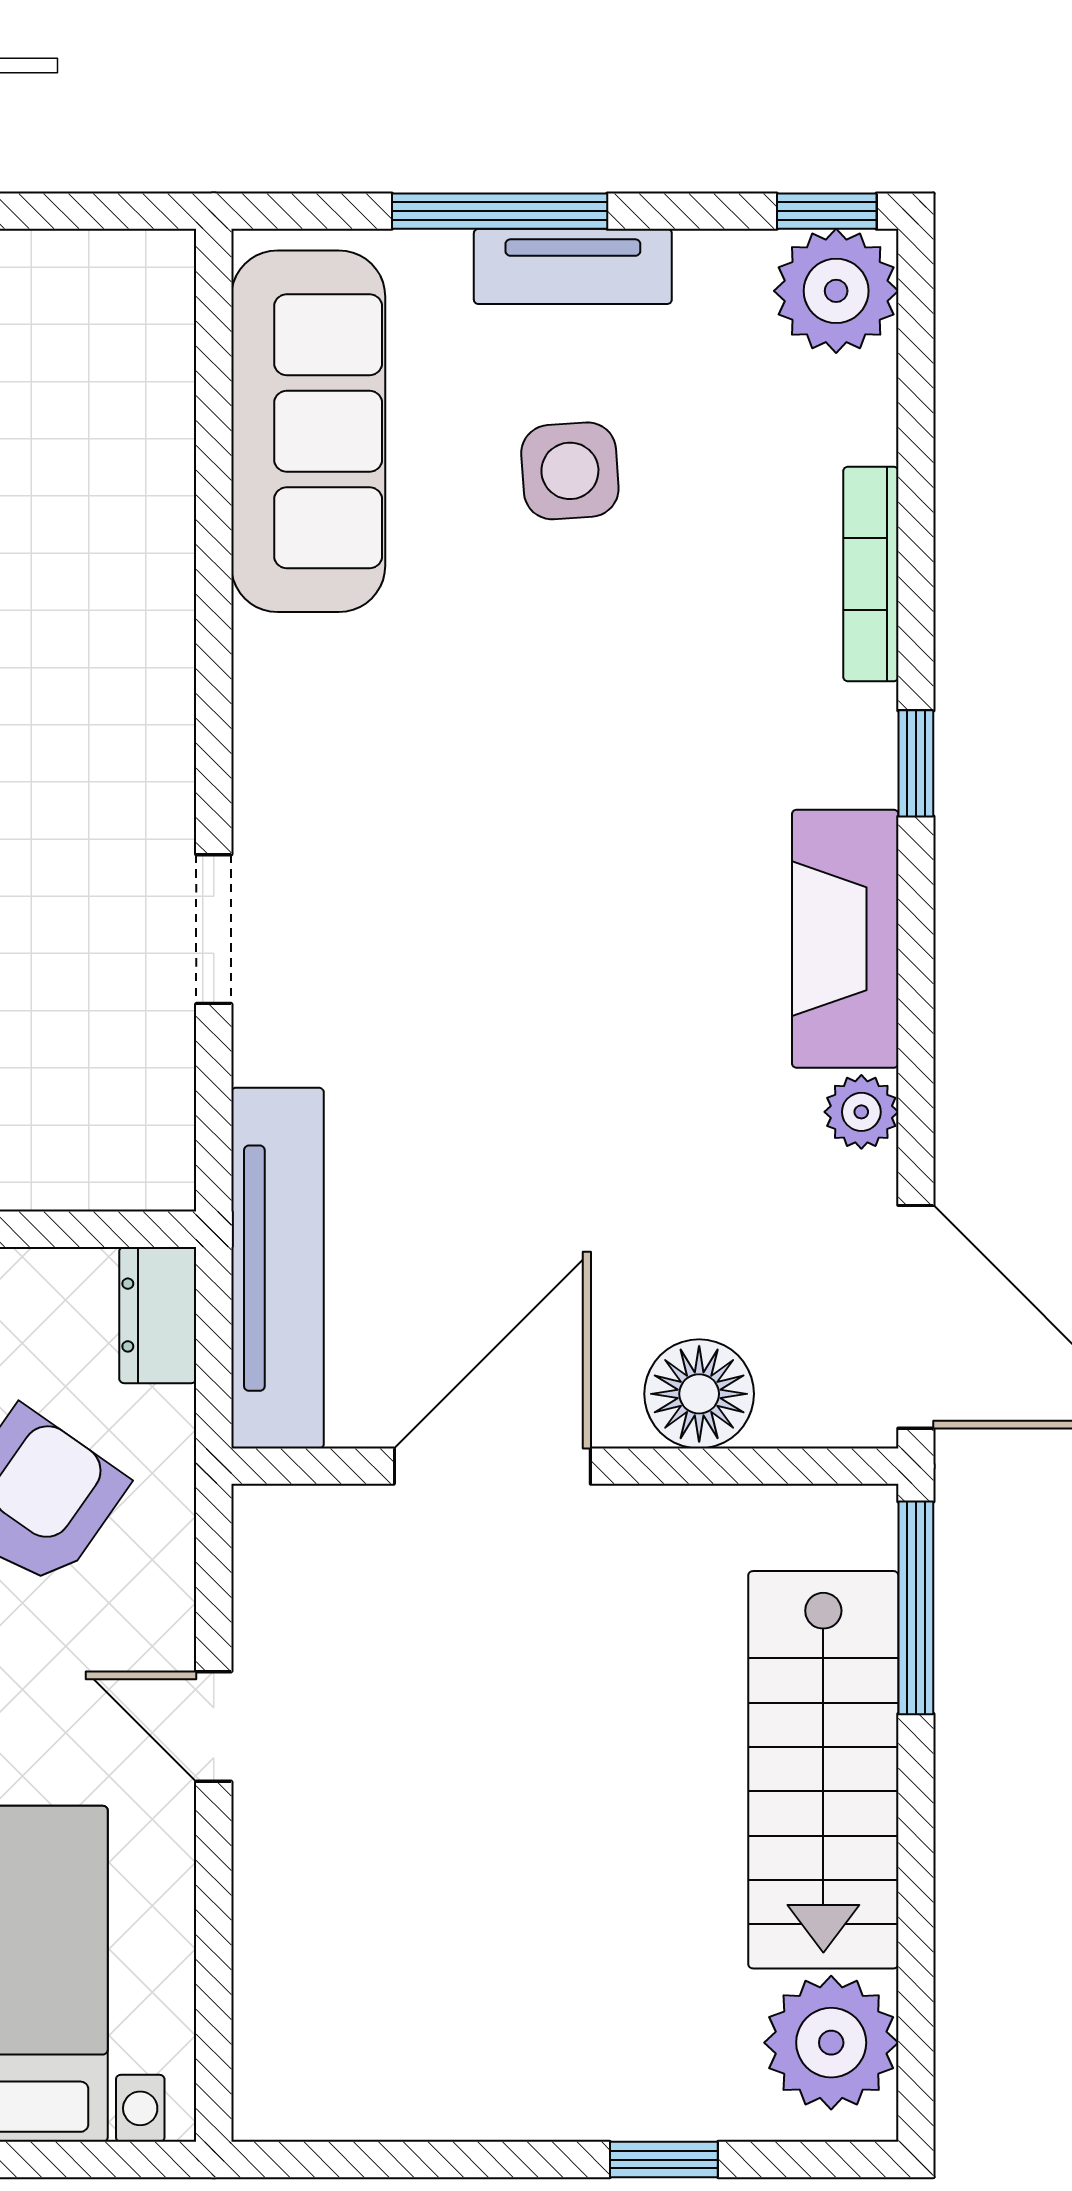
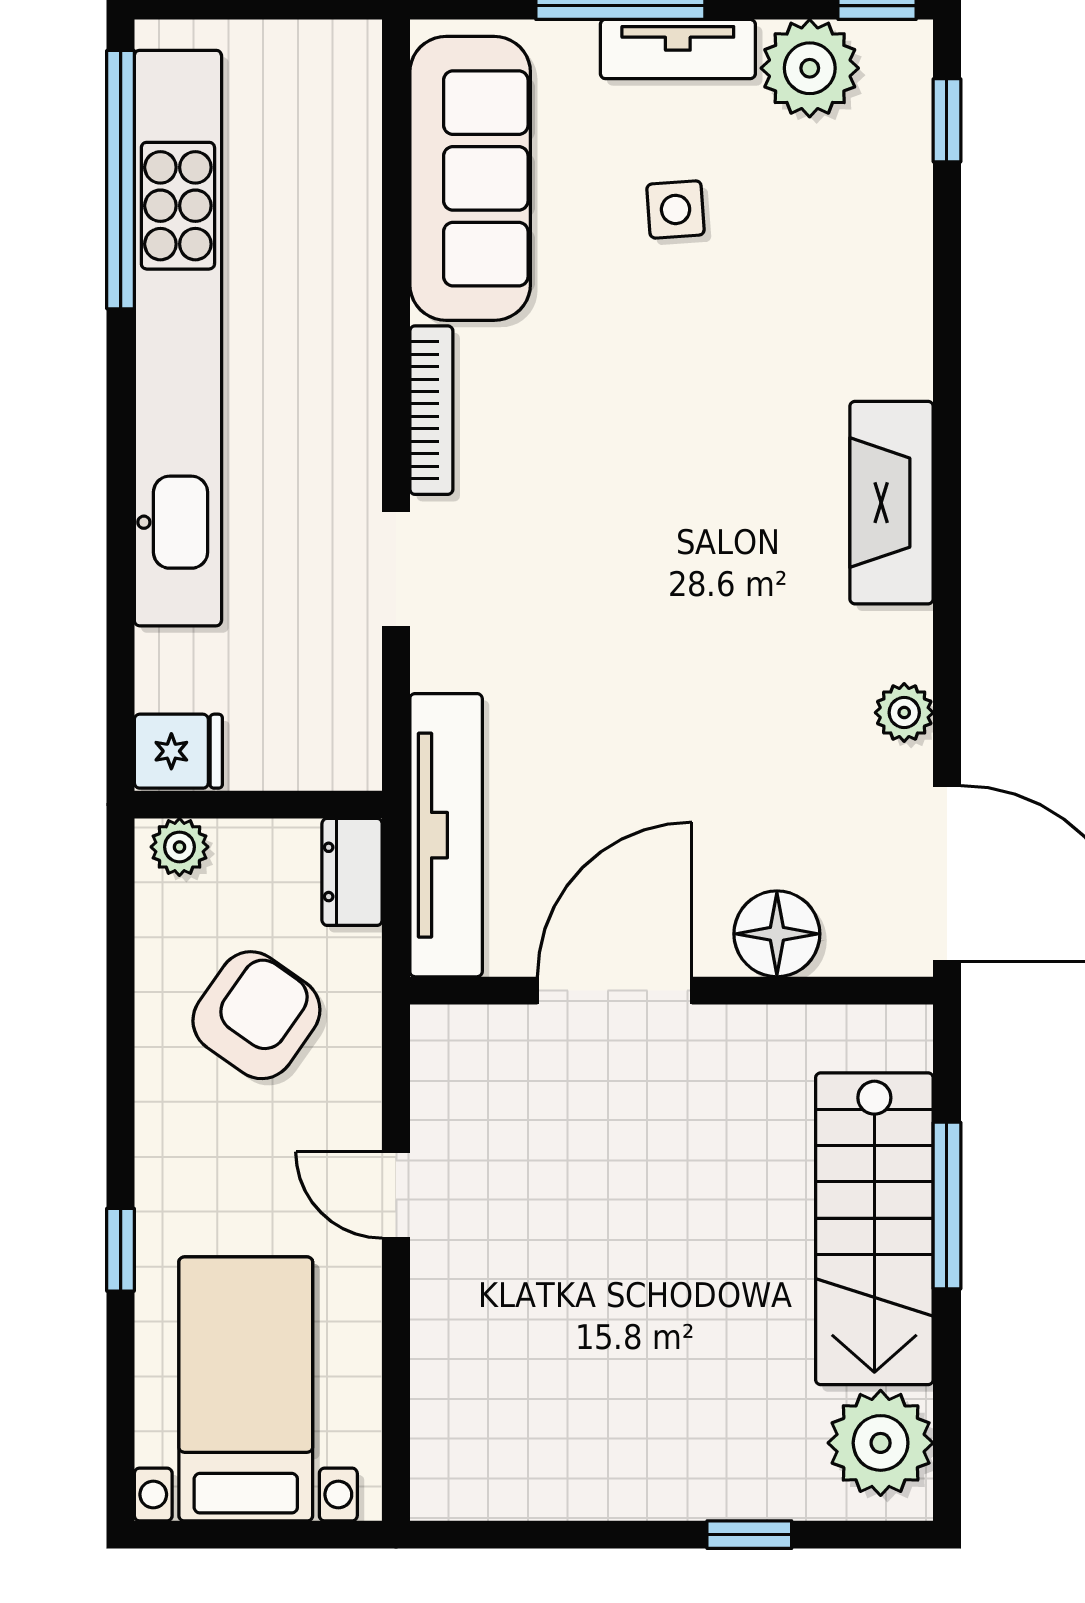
plant: (836, 291) -> (810, 68), moved
side table: (570, 471) -> (676, 209), width x0.73, depth x0.73
bookcase: (871, 574) -> (431, 410), moved, turned 180
window: (916, 763) -> (947, 120), moved
fireplace: (845, 939) -> (892, 503), moved
window: (916, 1608) -> (947, 1206), moved

